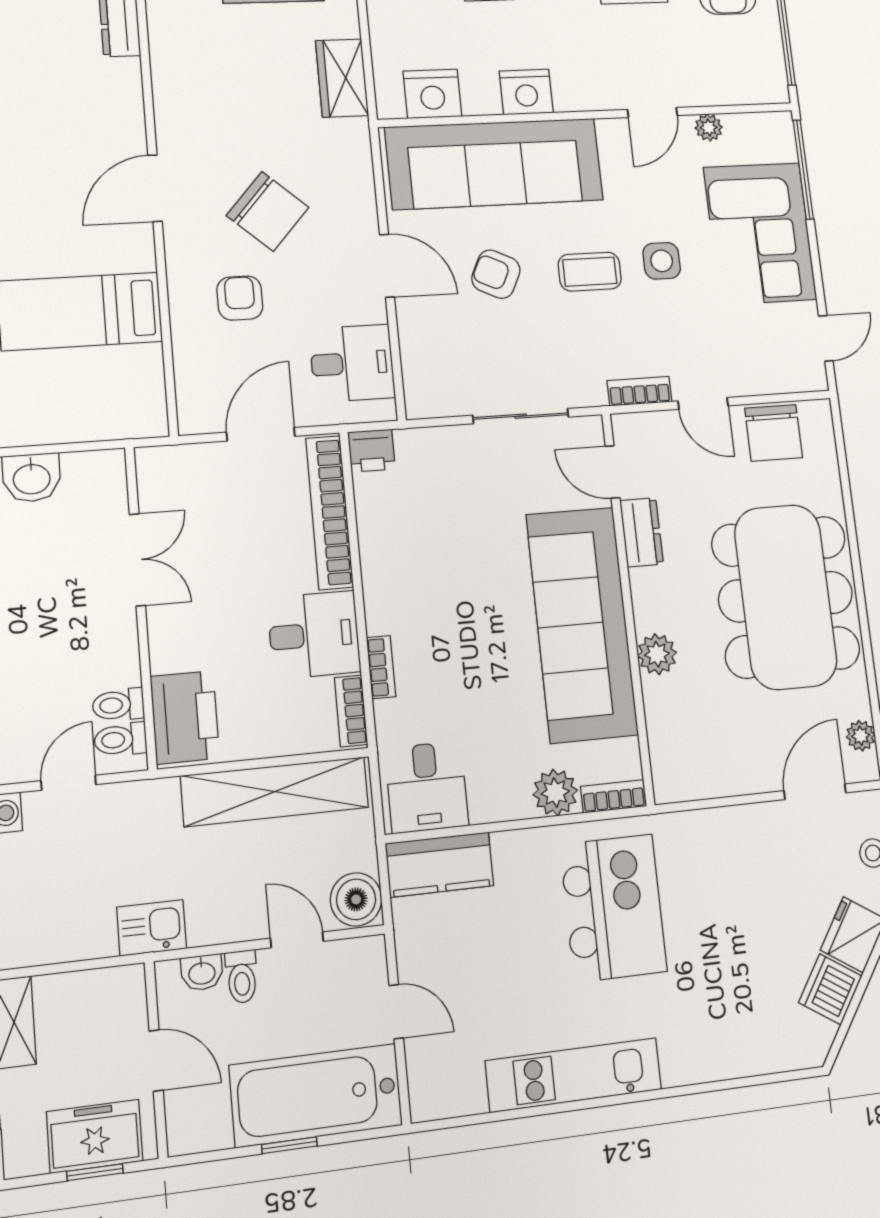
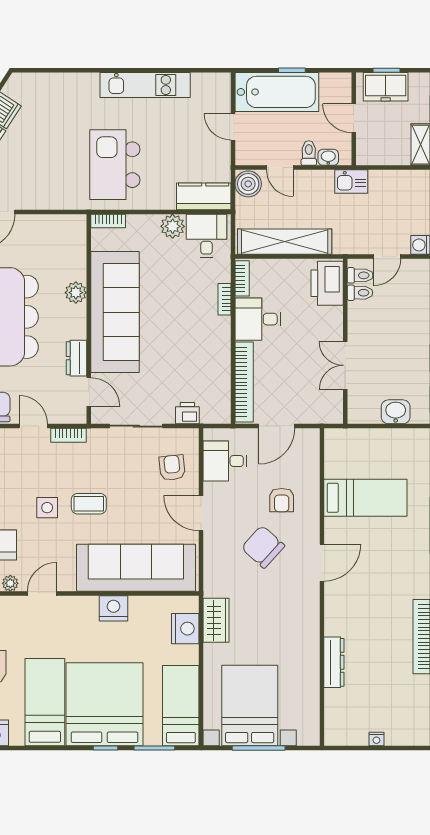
nightstand: (432, 94) -> (185, 629), moved, turned 90
armchair: (496, 274) -> (172, 468), moved, turned -122
printer: (371, 451) -> (187, 413), moved
plant: (555, 792) -> (173, 226), moved

